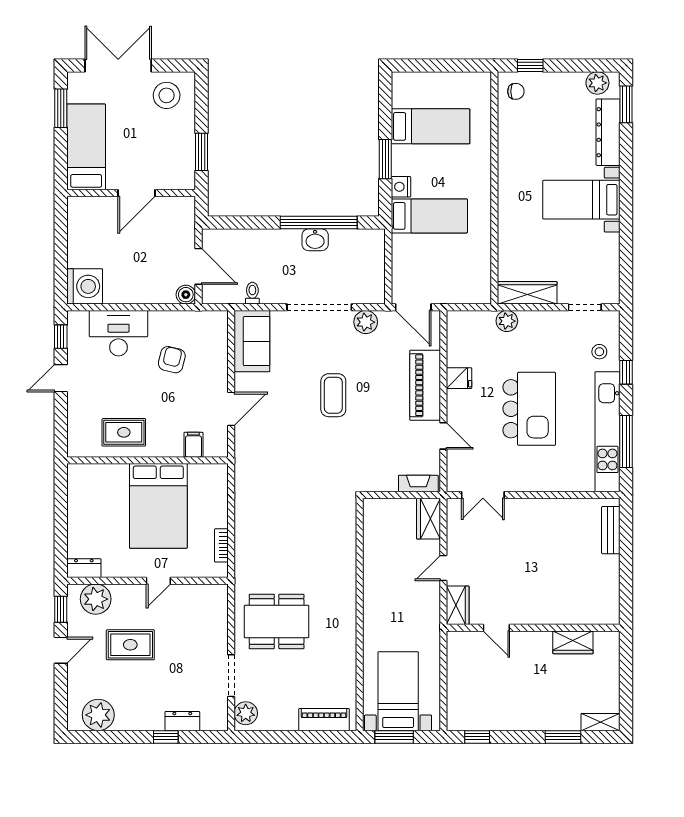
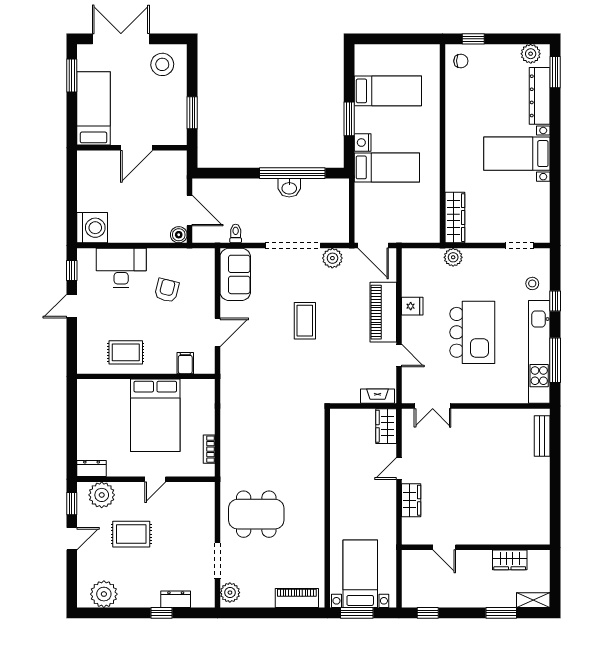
wardrobe: (527, 293) -> (455, 218), moved, turned 90
door: (496, 628) -> (444, 547), moved
wall: (533, 628) -> (476, 547), moved
wardrobe: (573, 642) -> (510, 560), moved

